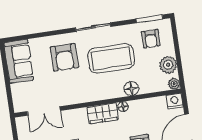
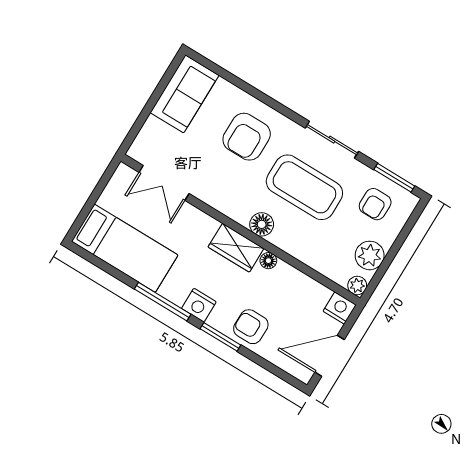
sliding door: (93, 27) -> (332, 140), moved
floor lamp: (131, 89) -> (262, 224), moved

